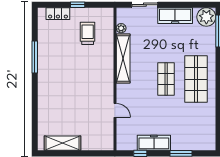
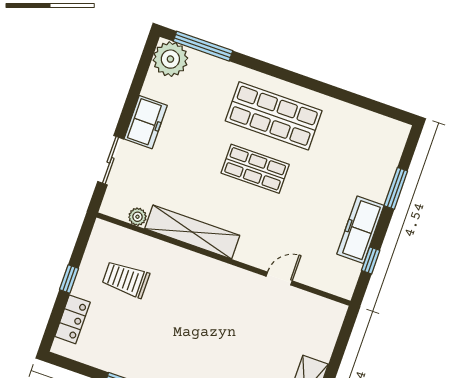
freezer: (175, 16) -> (146, 122), width x0.71

